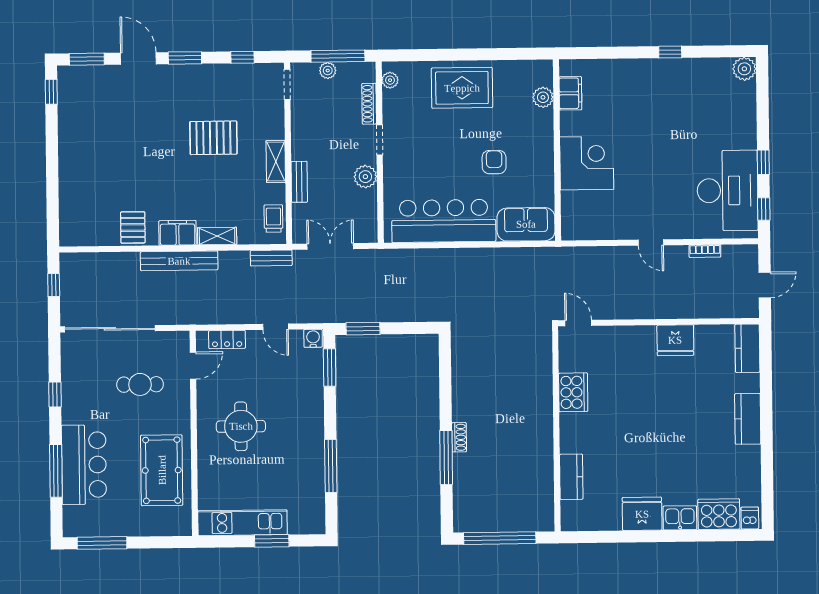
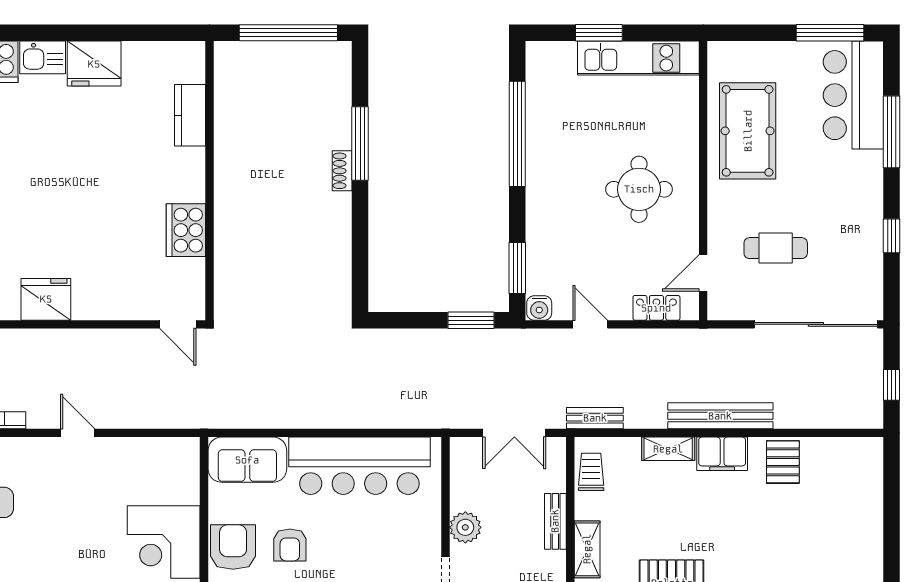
armchair: (536, 160) -> (233, 547), added
trolley: (273, 218) -> (591, 472), turned 180
bar counter: (84, 465) -> (853, 95), moved
window: (331, 466) -> (517, 134), width x1.46

